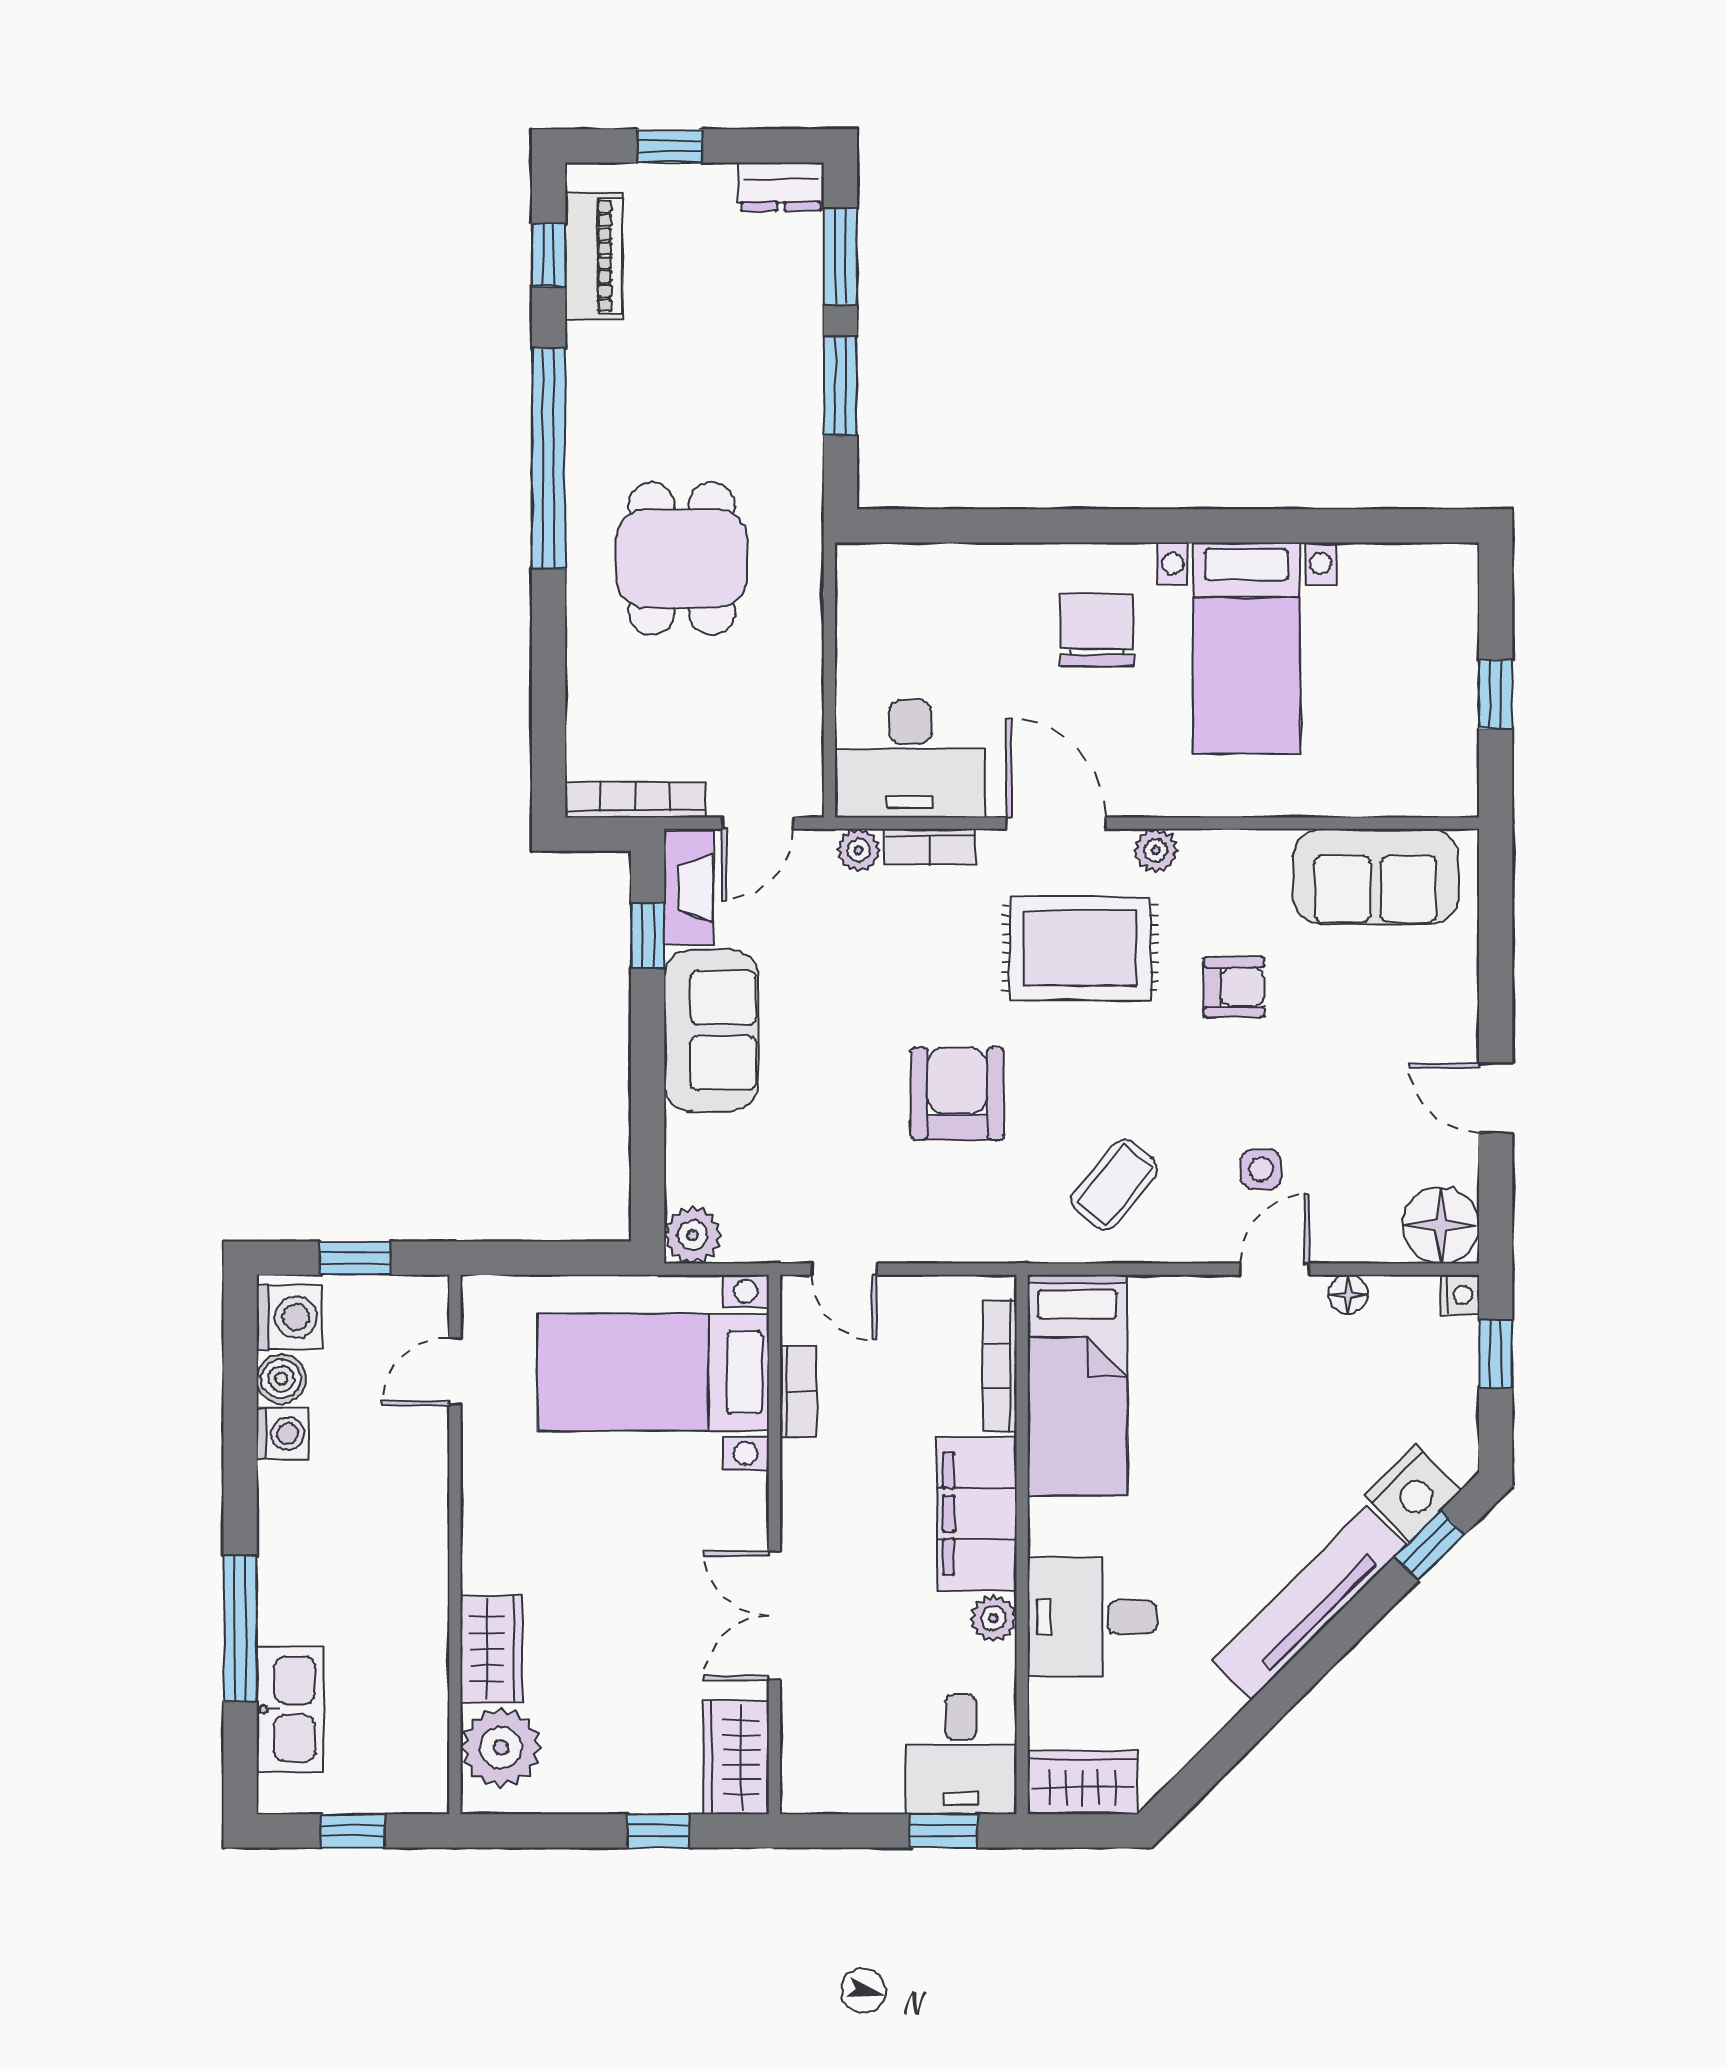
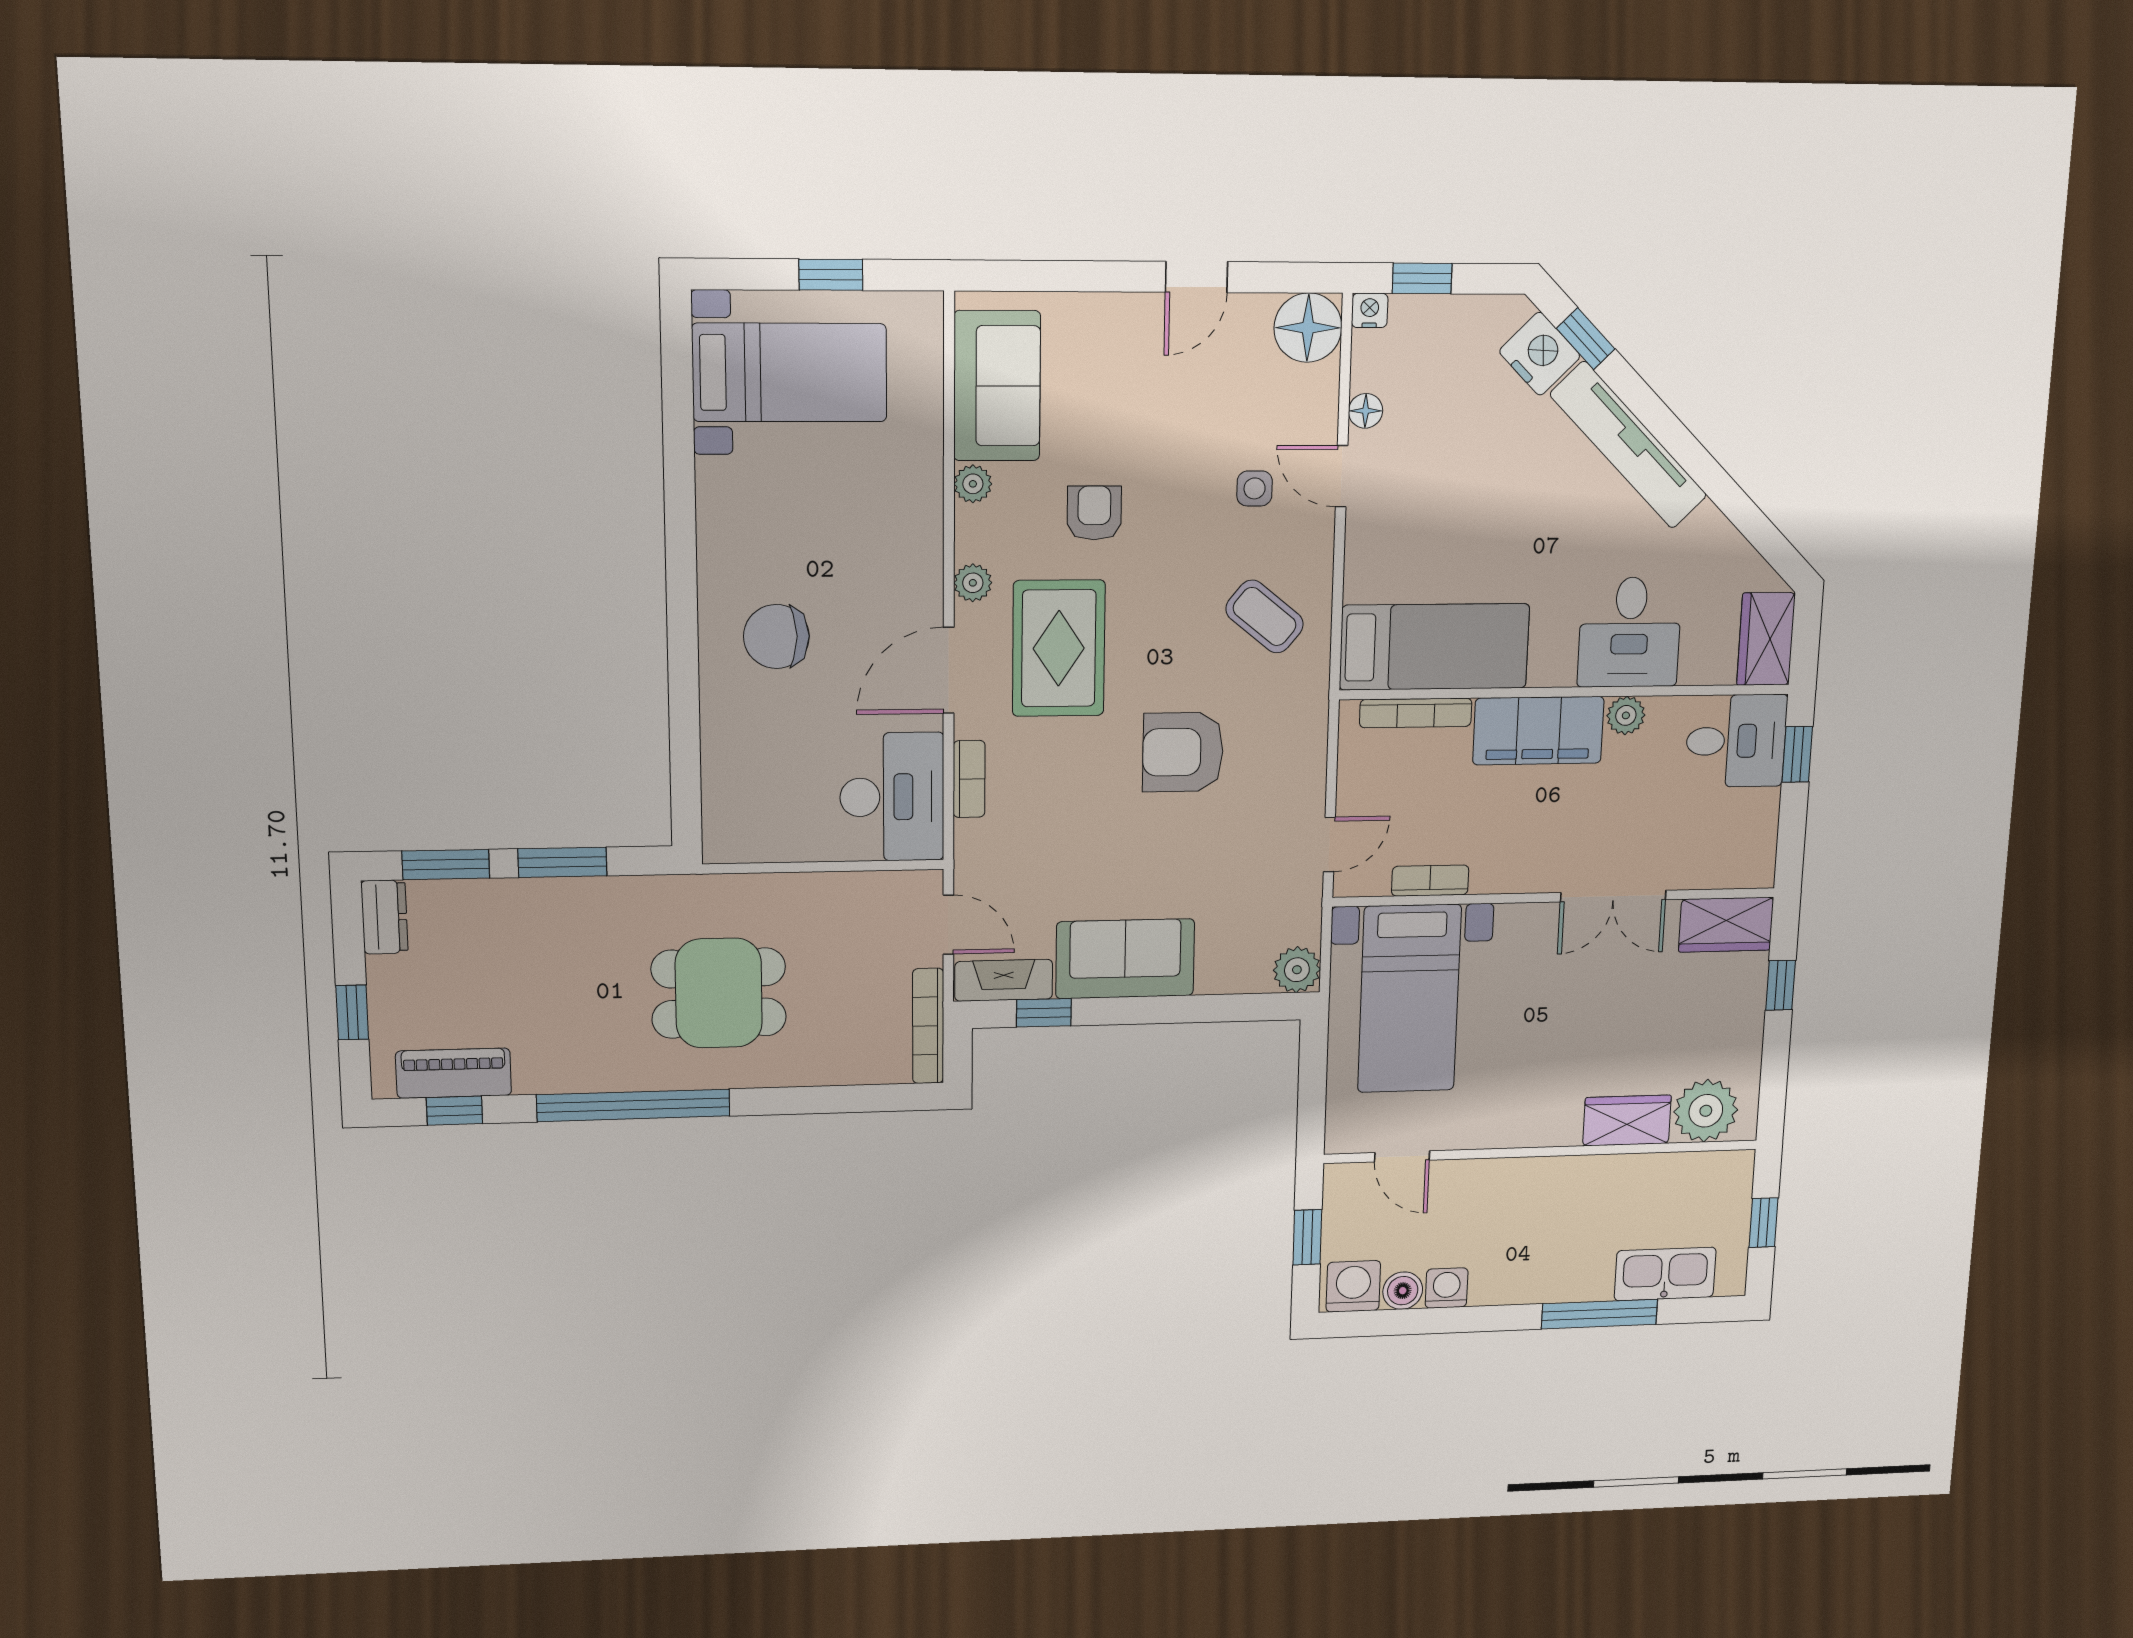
bed with nightstands: (1247, 648) -> (790, 373), moved
plant: (859, 850) -> (973, 484), moved

